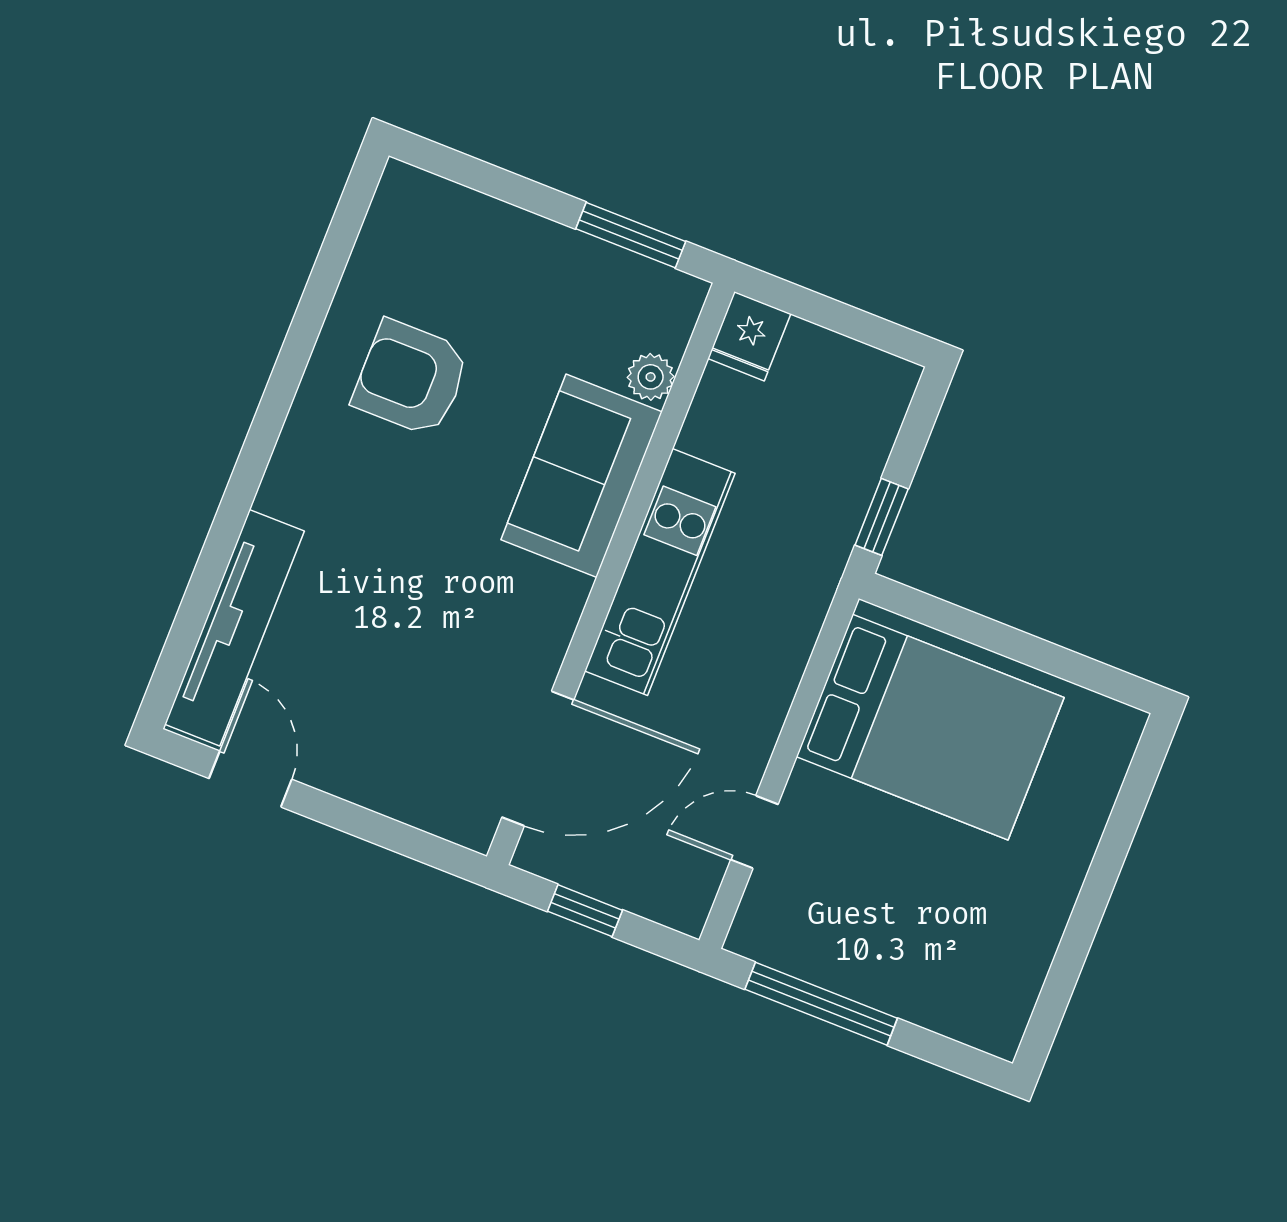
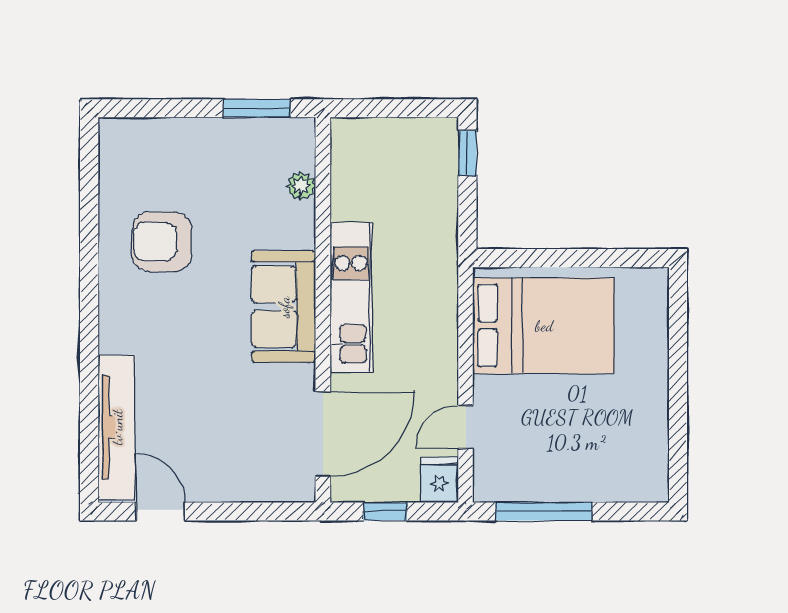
fridge: (749, 336) -> (439, 480), moved, turned 180
sofa: (582, 476) -> (284, 307), moved
window: (882, 517) -> (467, 153), moved

